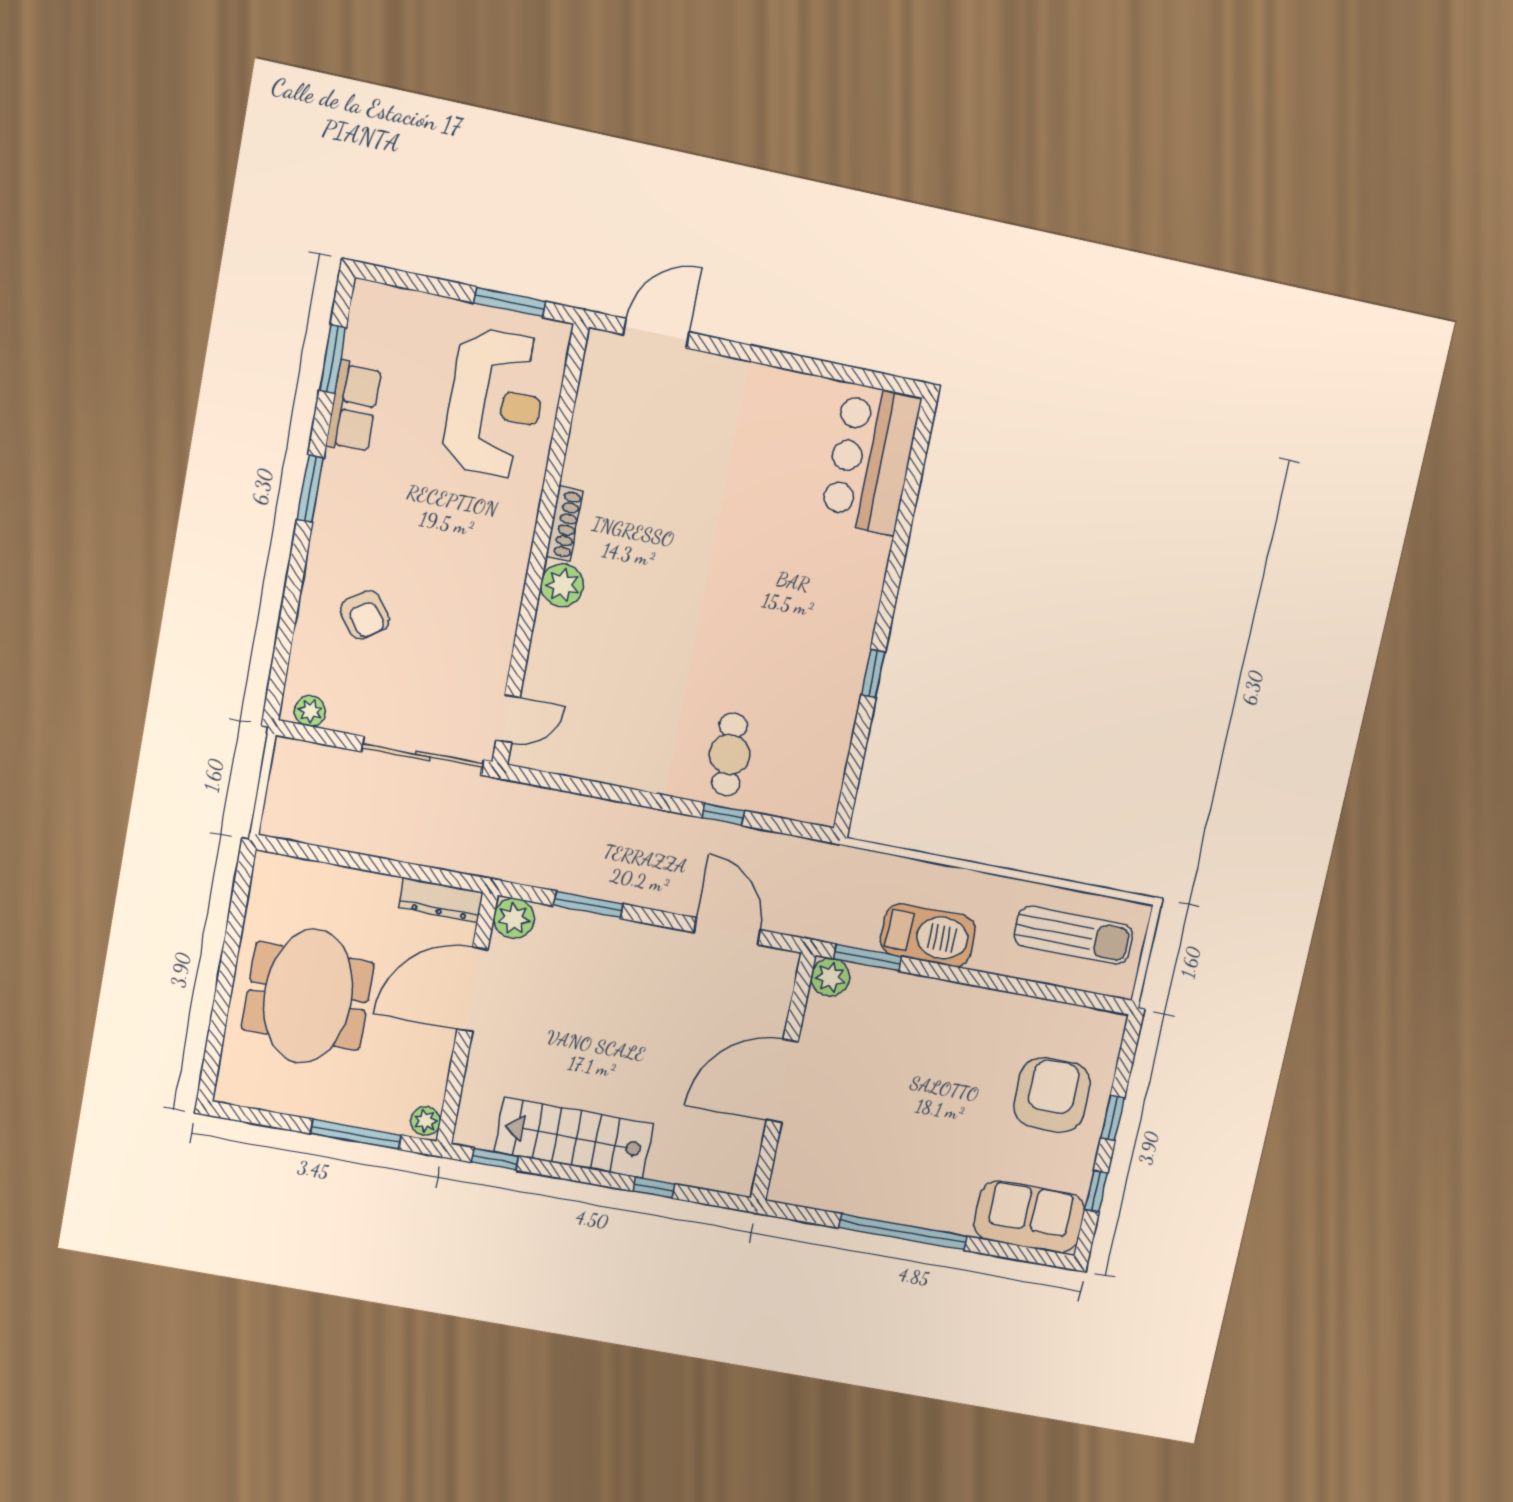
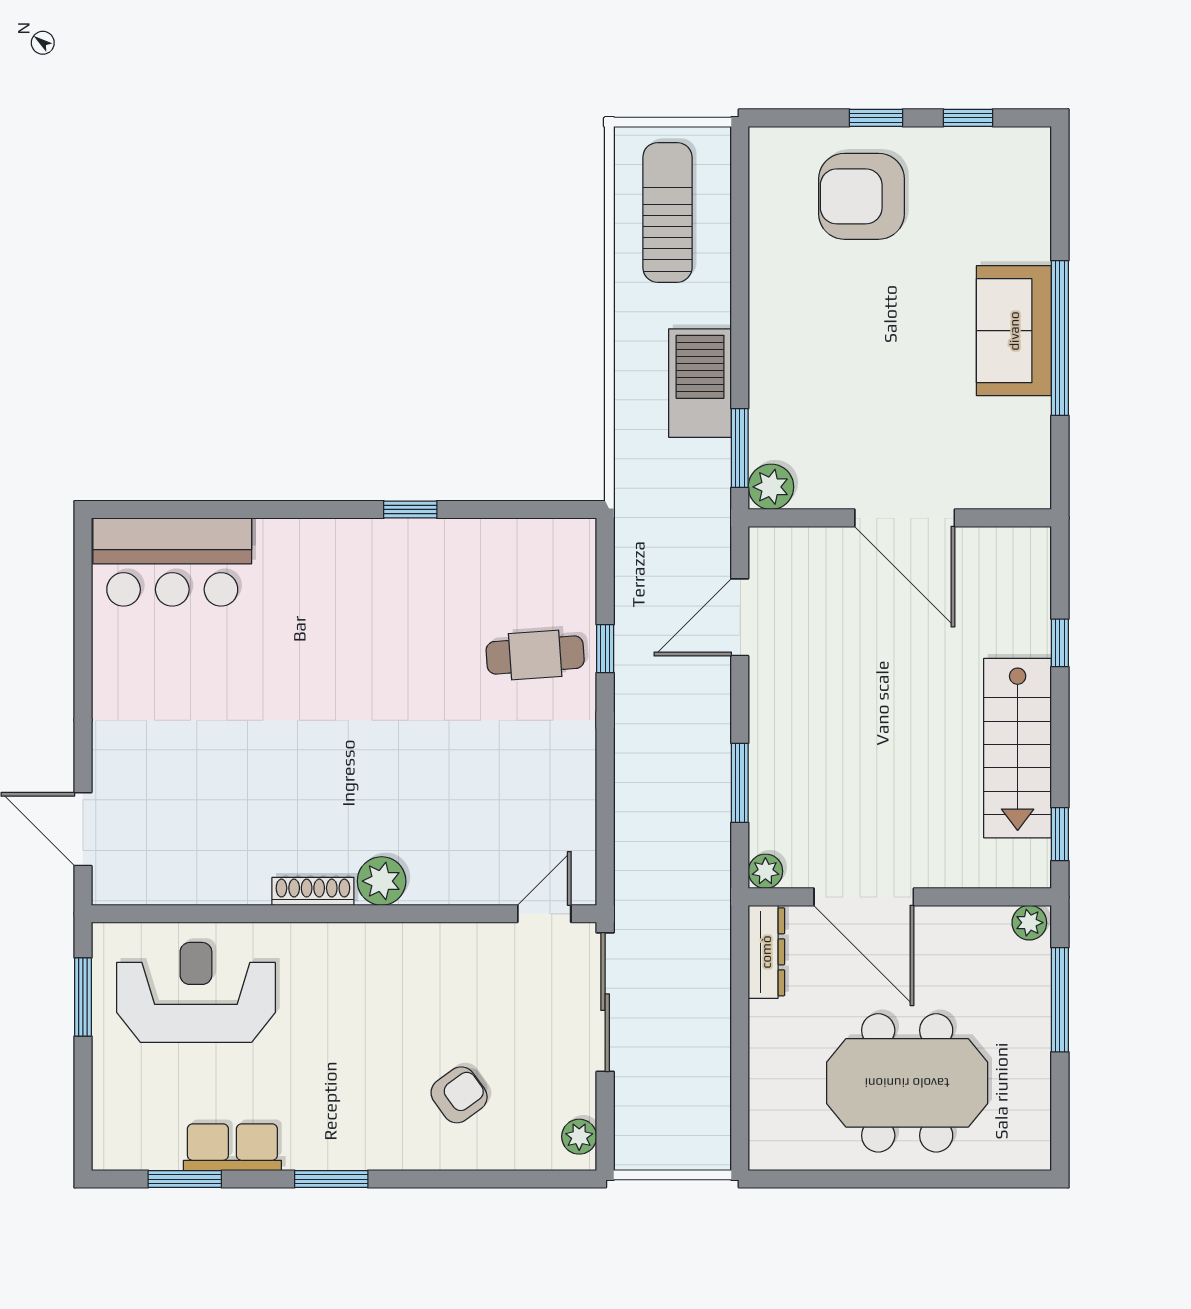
door: (508, 719) -> (544, 914), hinge flipped
plant: (514, 918) -> (765, 871), width x0.73, depth x0.73
sofa: (1029, 1217) -> (1014, 331), moved

